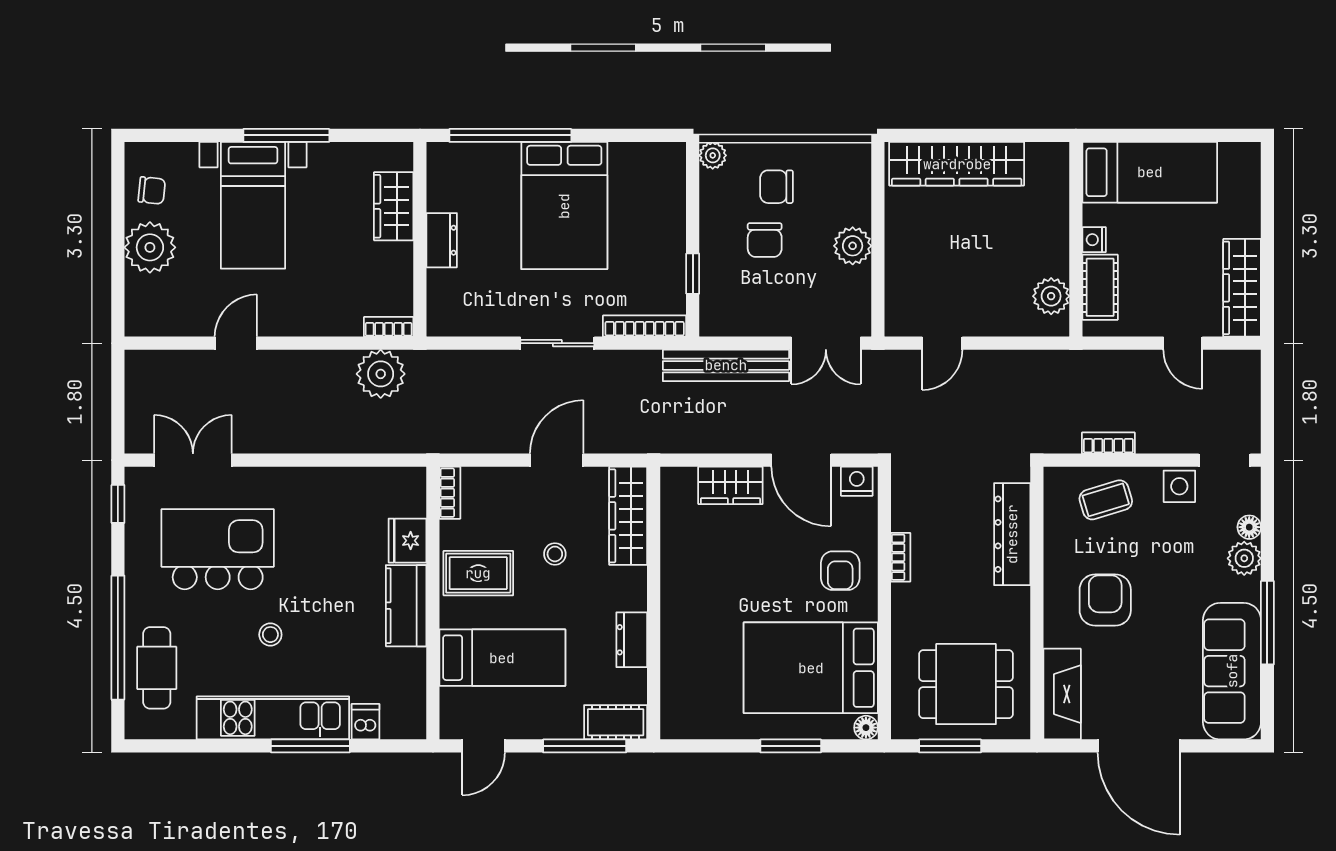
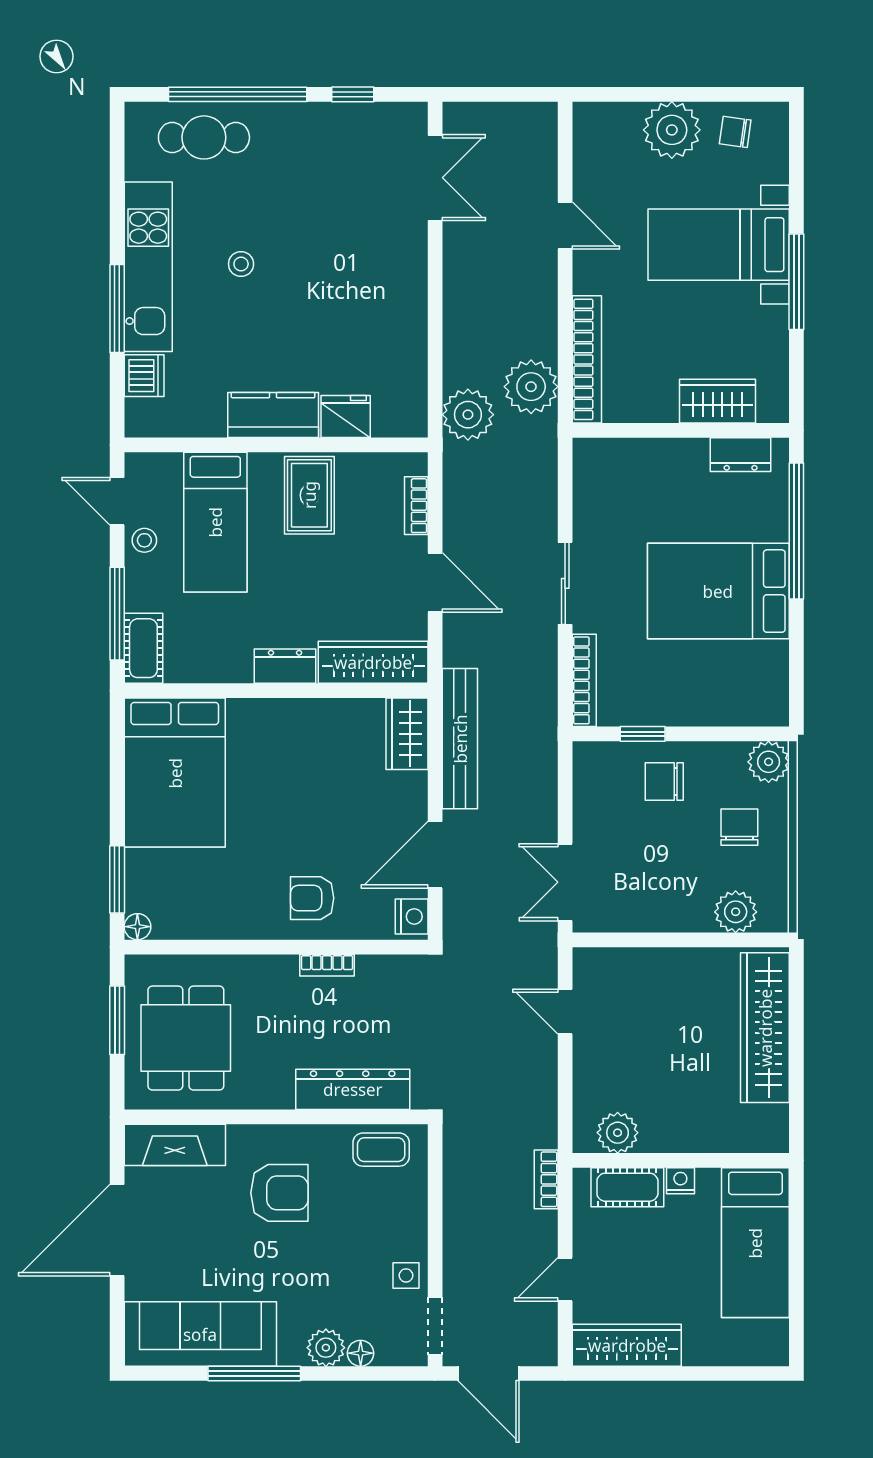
plant: (713, 155) -> (769, 762), width x1.38, depth x1.38
chair: (152, 190) -> (735, 132), turned 92
dresser: (442, 240) -> (741, 455), moved
chair: (765, 240) -> (664, 781), moved
plant: (853, 246) -> (736, 912), moved
bookcase: (389, 327) -> (587, 359), width x2.31, depth x1.31
bench: (726, 365) -> (460, 739), moved
door: (1267, 412) -> (488, 1374), added
plant: (406, 431) -> (468, 415), added
bookcase: (1108, 443) -> (546, 1179), moved, turned 180
wardrobe: (730, 485) -> (407, 734), moved
side table: (1179, 486) -> (406, 1275), width x0.73, depth x0.73
bookcase: (450, 493) -> (416, 506), moved, turned 90
coffee table: (1106, 500) -> (381, 1150), moved, turned -73
window: (118, 504) -> (353, 94), moved
kitchen island: (218, 549) -> (336, 205), removed
stool: (555, 554) -> (144, 540), moved
dresser: (632, 640) -> (285, 666), moved
bed: (811, 668) -> (175, 773), moved, turned 180
dishwasher: (366, 722) -> (144, 376), width x1.38
window: (791, 746) -> (117, 879), moved

